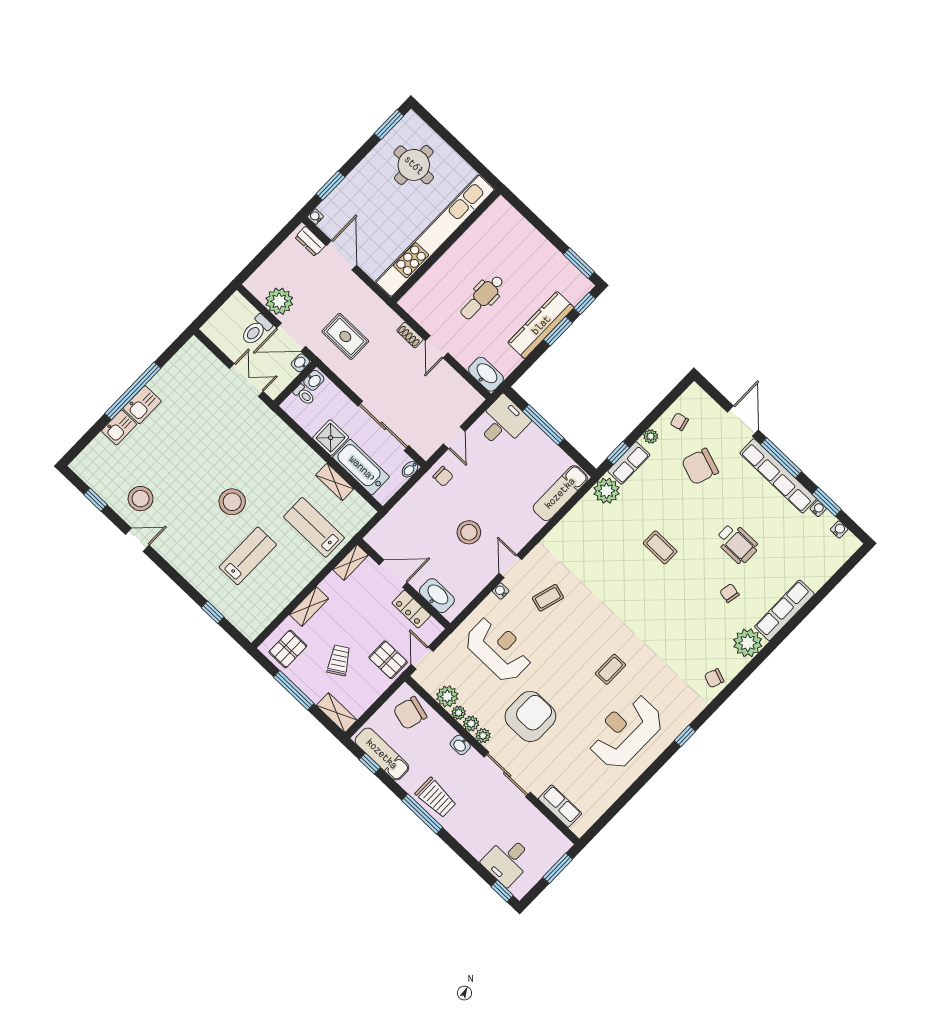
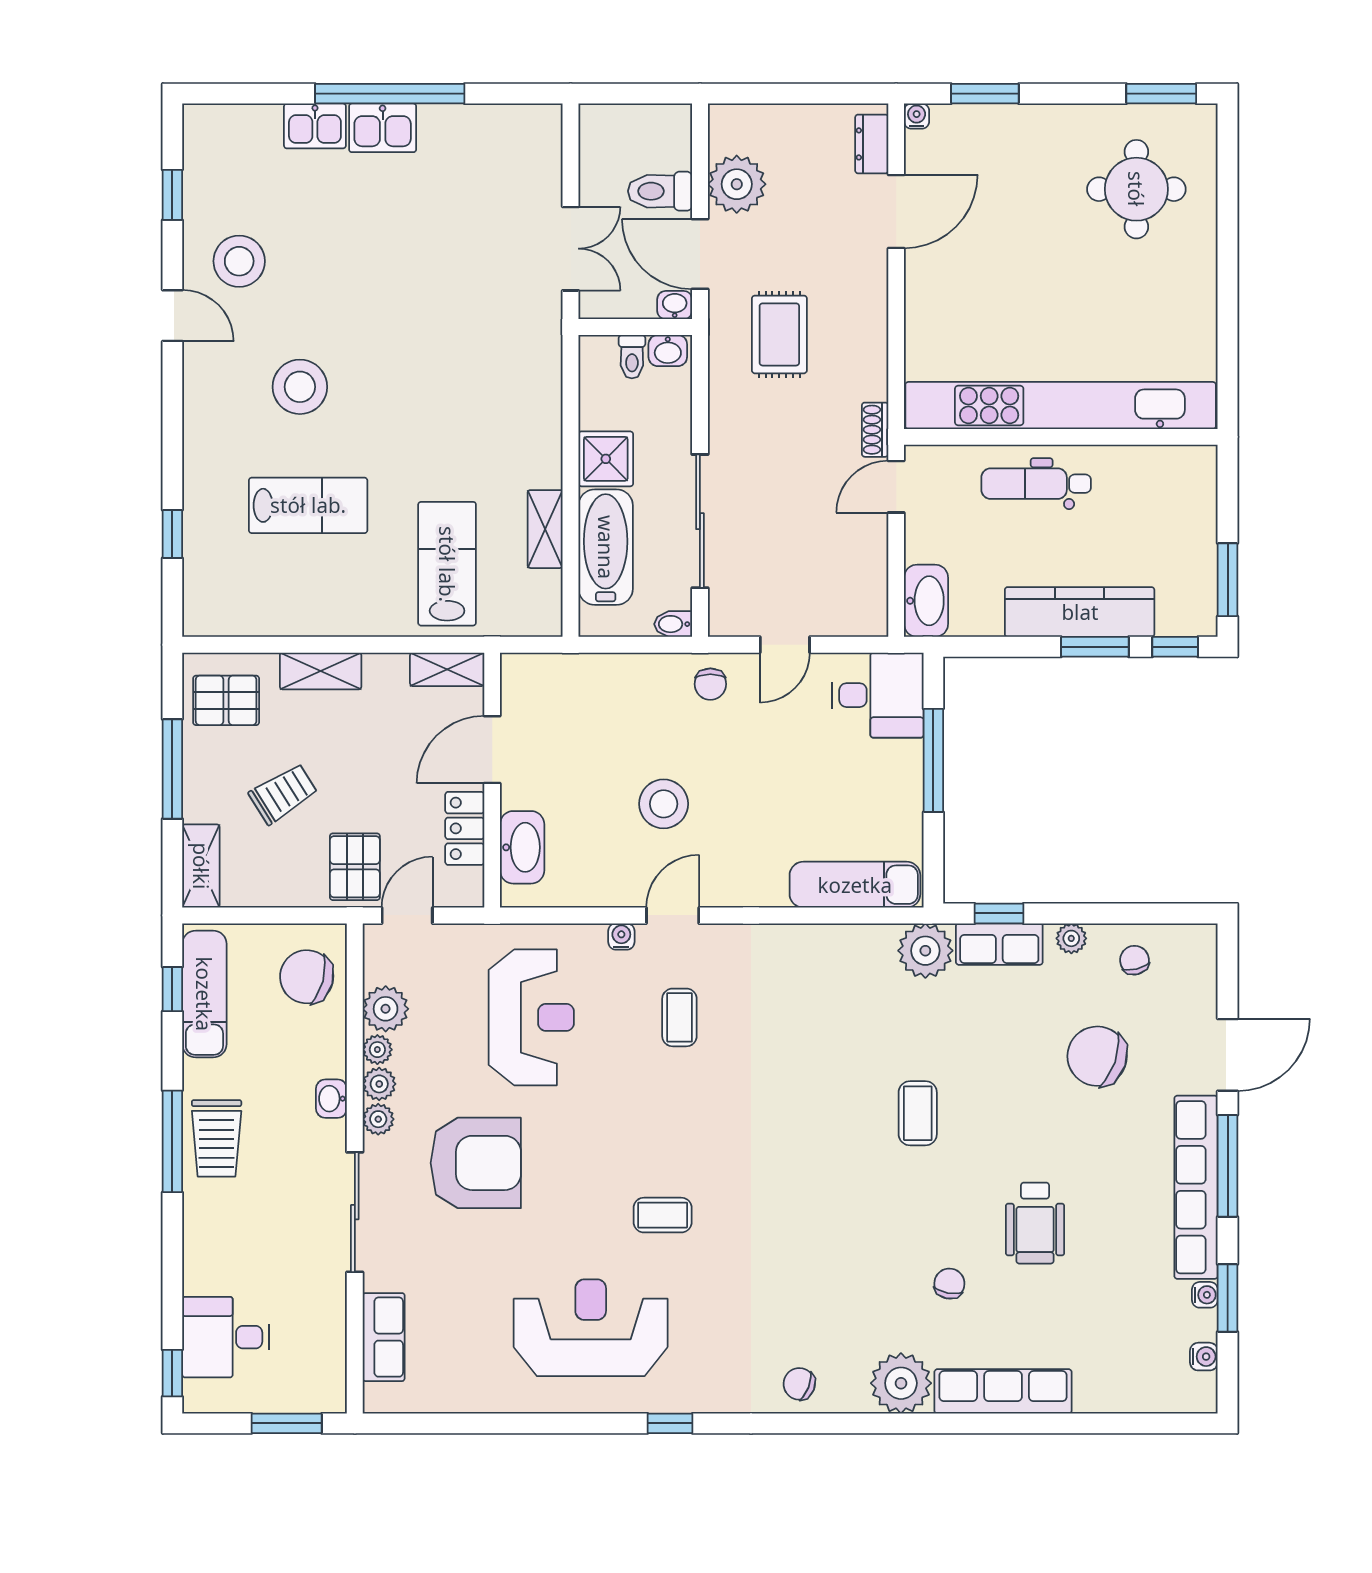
kitchen unit: (435, 236) -> (1061, 406), moved
wall: (446, 246) -> (1061, 437), moved
stool: (232, 502) -> (300, 387), moved
door: (393, 574) -> (492, 750), swing flipped
coffee table: (548, 598) -> (679, 1017), turned 74

